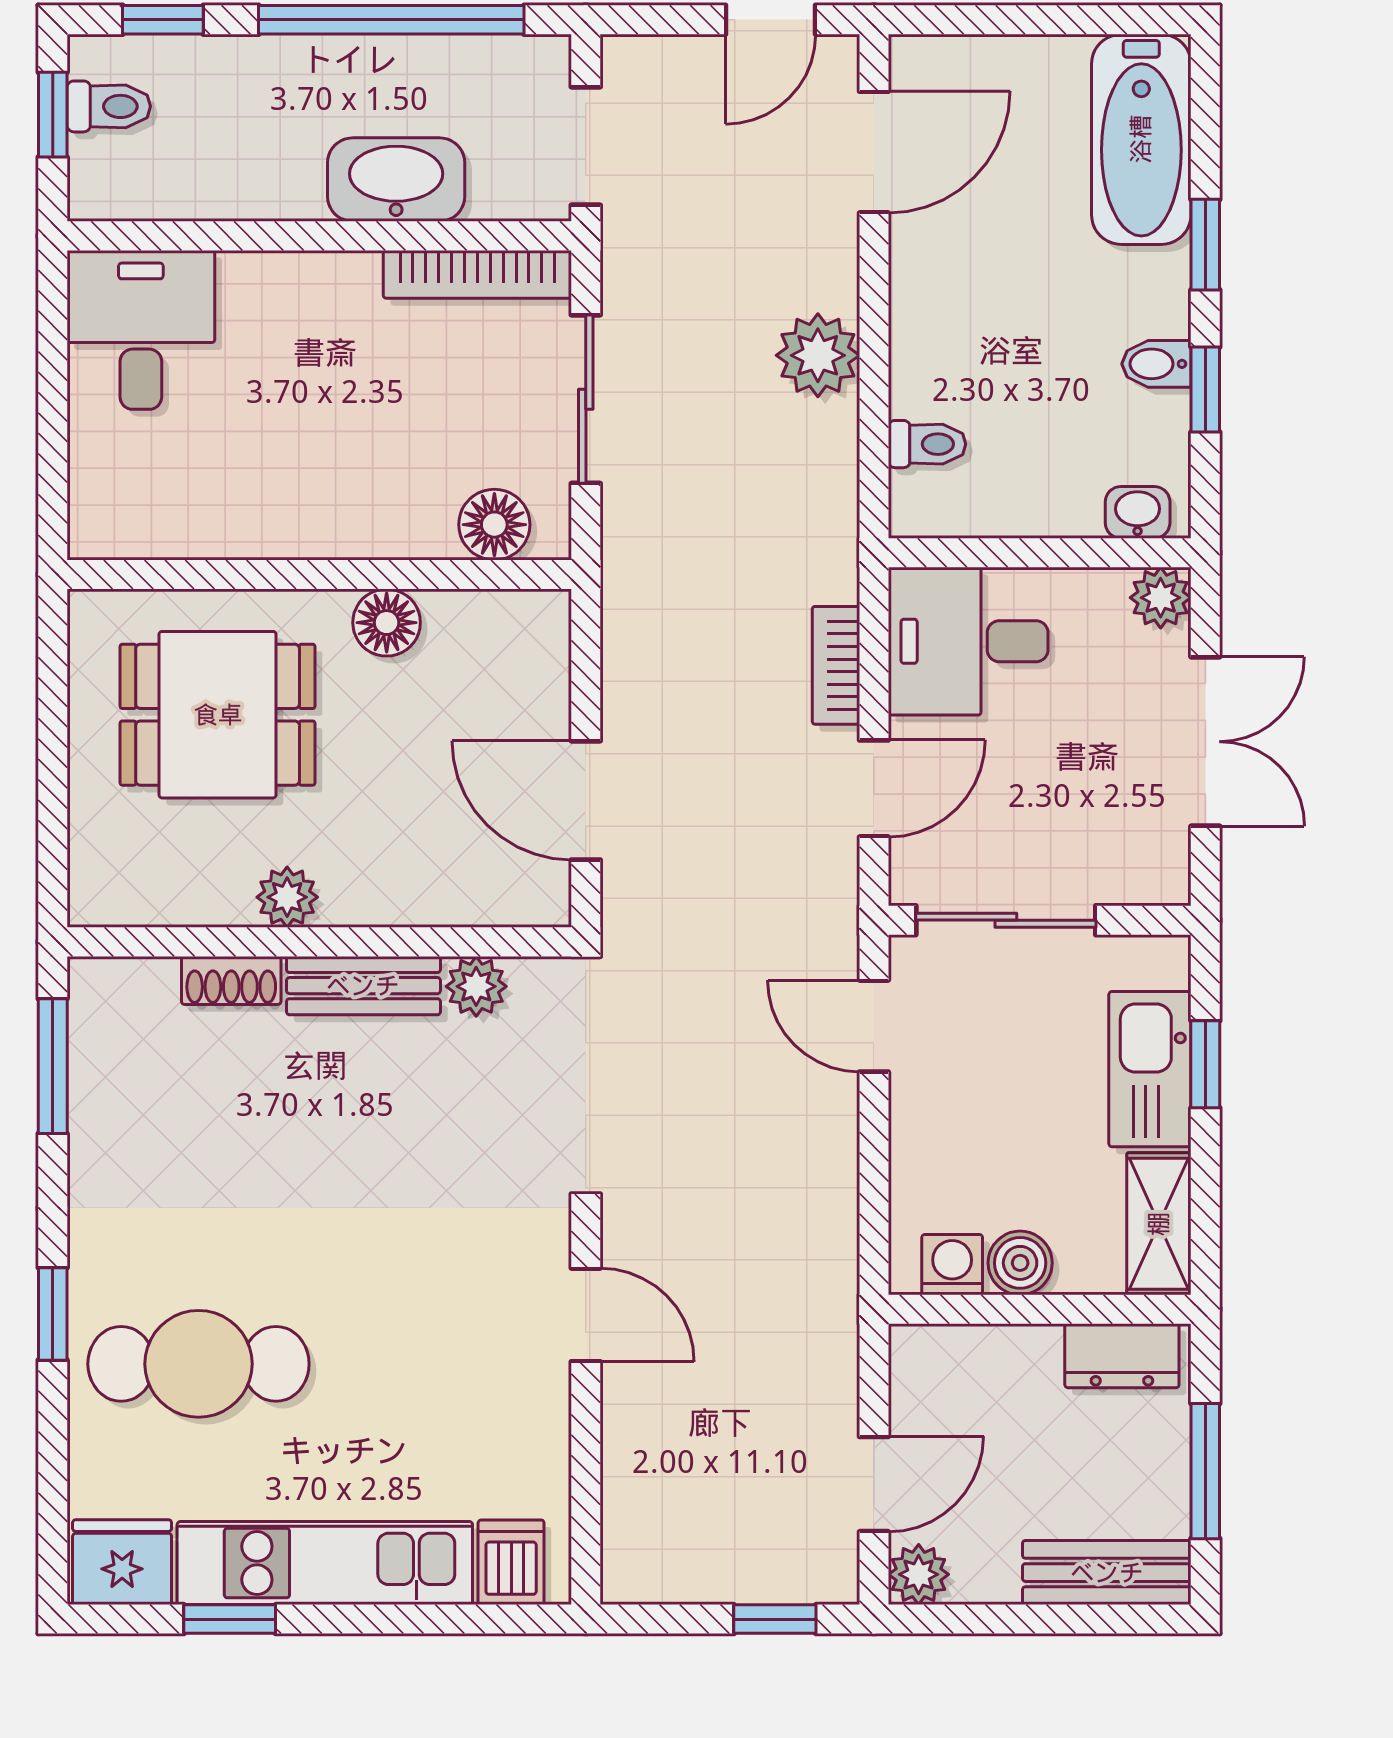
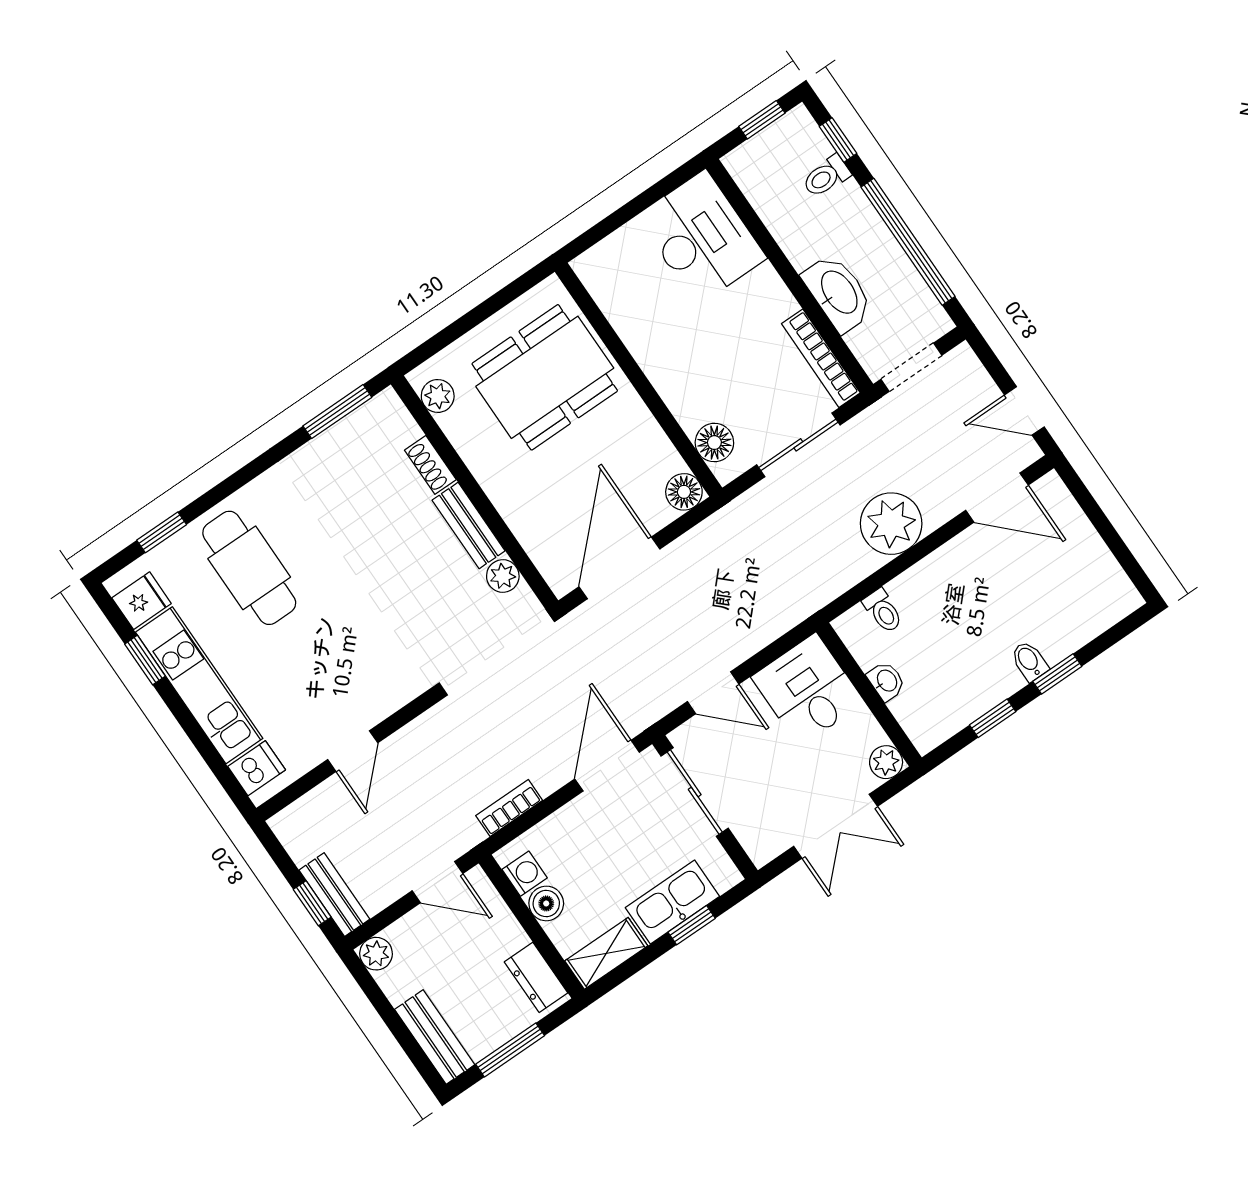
toilet: (109, 106) -> (826, 176), moved, turned 90
bathtub: (1141, 139) -> (1085, 613), removed
desk: (141, 330) -> (701, 237), width x1.37
plant: (818, 355) -> (891, 524), width x1.36, depth x1.36
bidet: (1156, 364) -> (1029, 661), moved
washbasin: (1138, 512) -> (886, 681), moved
floor lamp: (387, 623) -> (684, 492), moved
bookcase: (836, 665) -> (509, 808), moved
dining table: (218, 715) -> (545, 377), width x1.38
door: (586, 800) -> (619, 568), width x1.36
plant: (287, 897) -> (438, 396), moved
door: (874, 1026) -> (607, 766), width x1.38
window: (53, 1314) -> (162, 532), moved
door: (586, 1315) -> (353, 751), moved
door: (874, 1484) -> (438, 882), moved
fridge: (122, 1562) -> (142, 601), width x0.72
bench: (785, 1576) -> (334, 895), added

